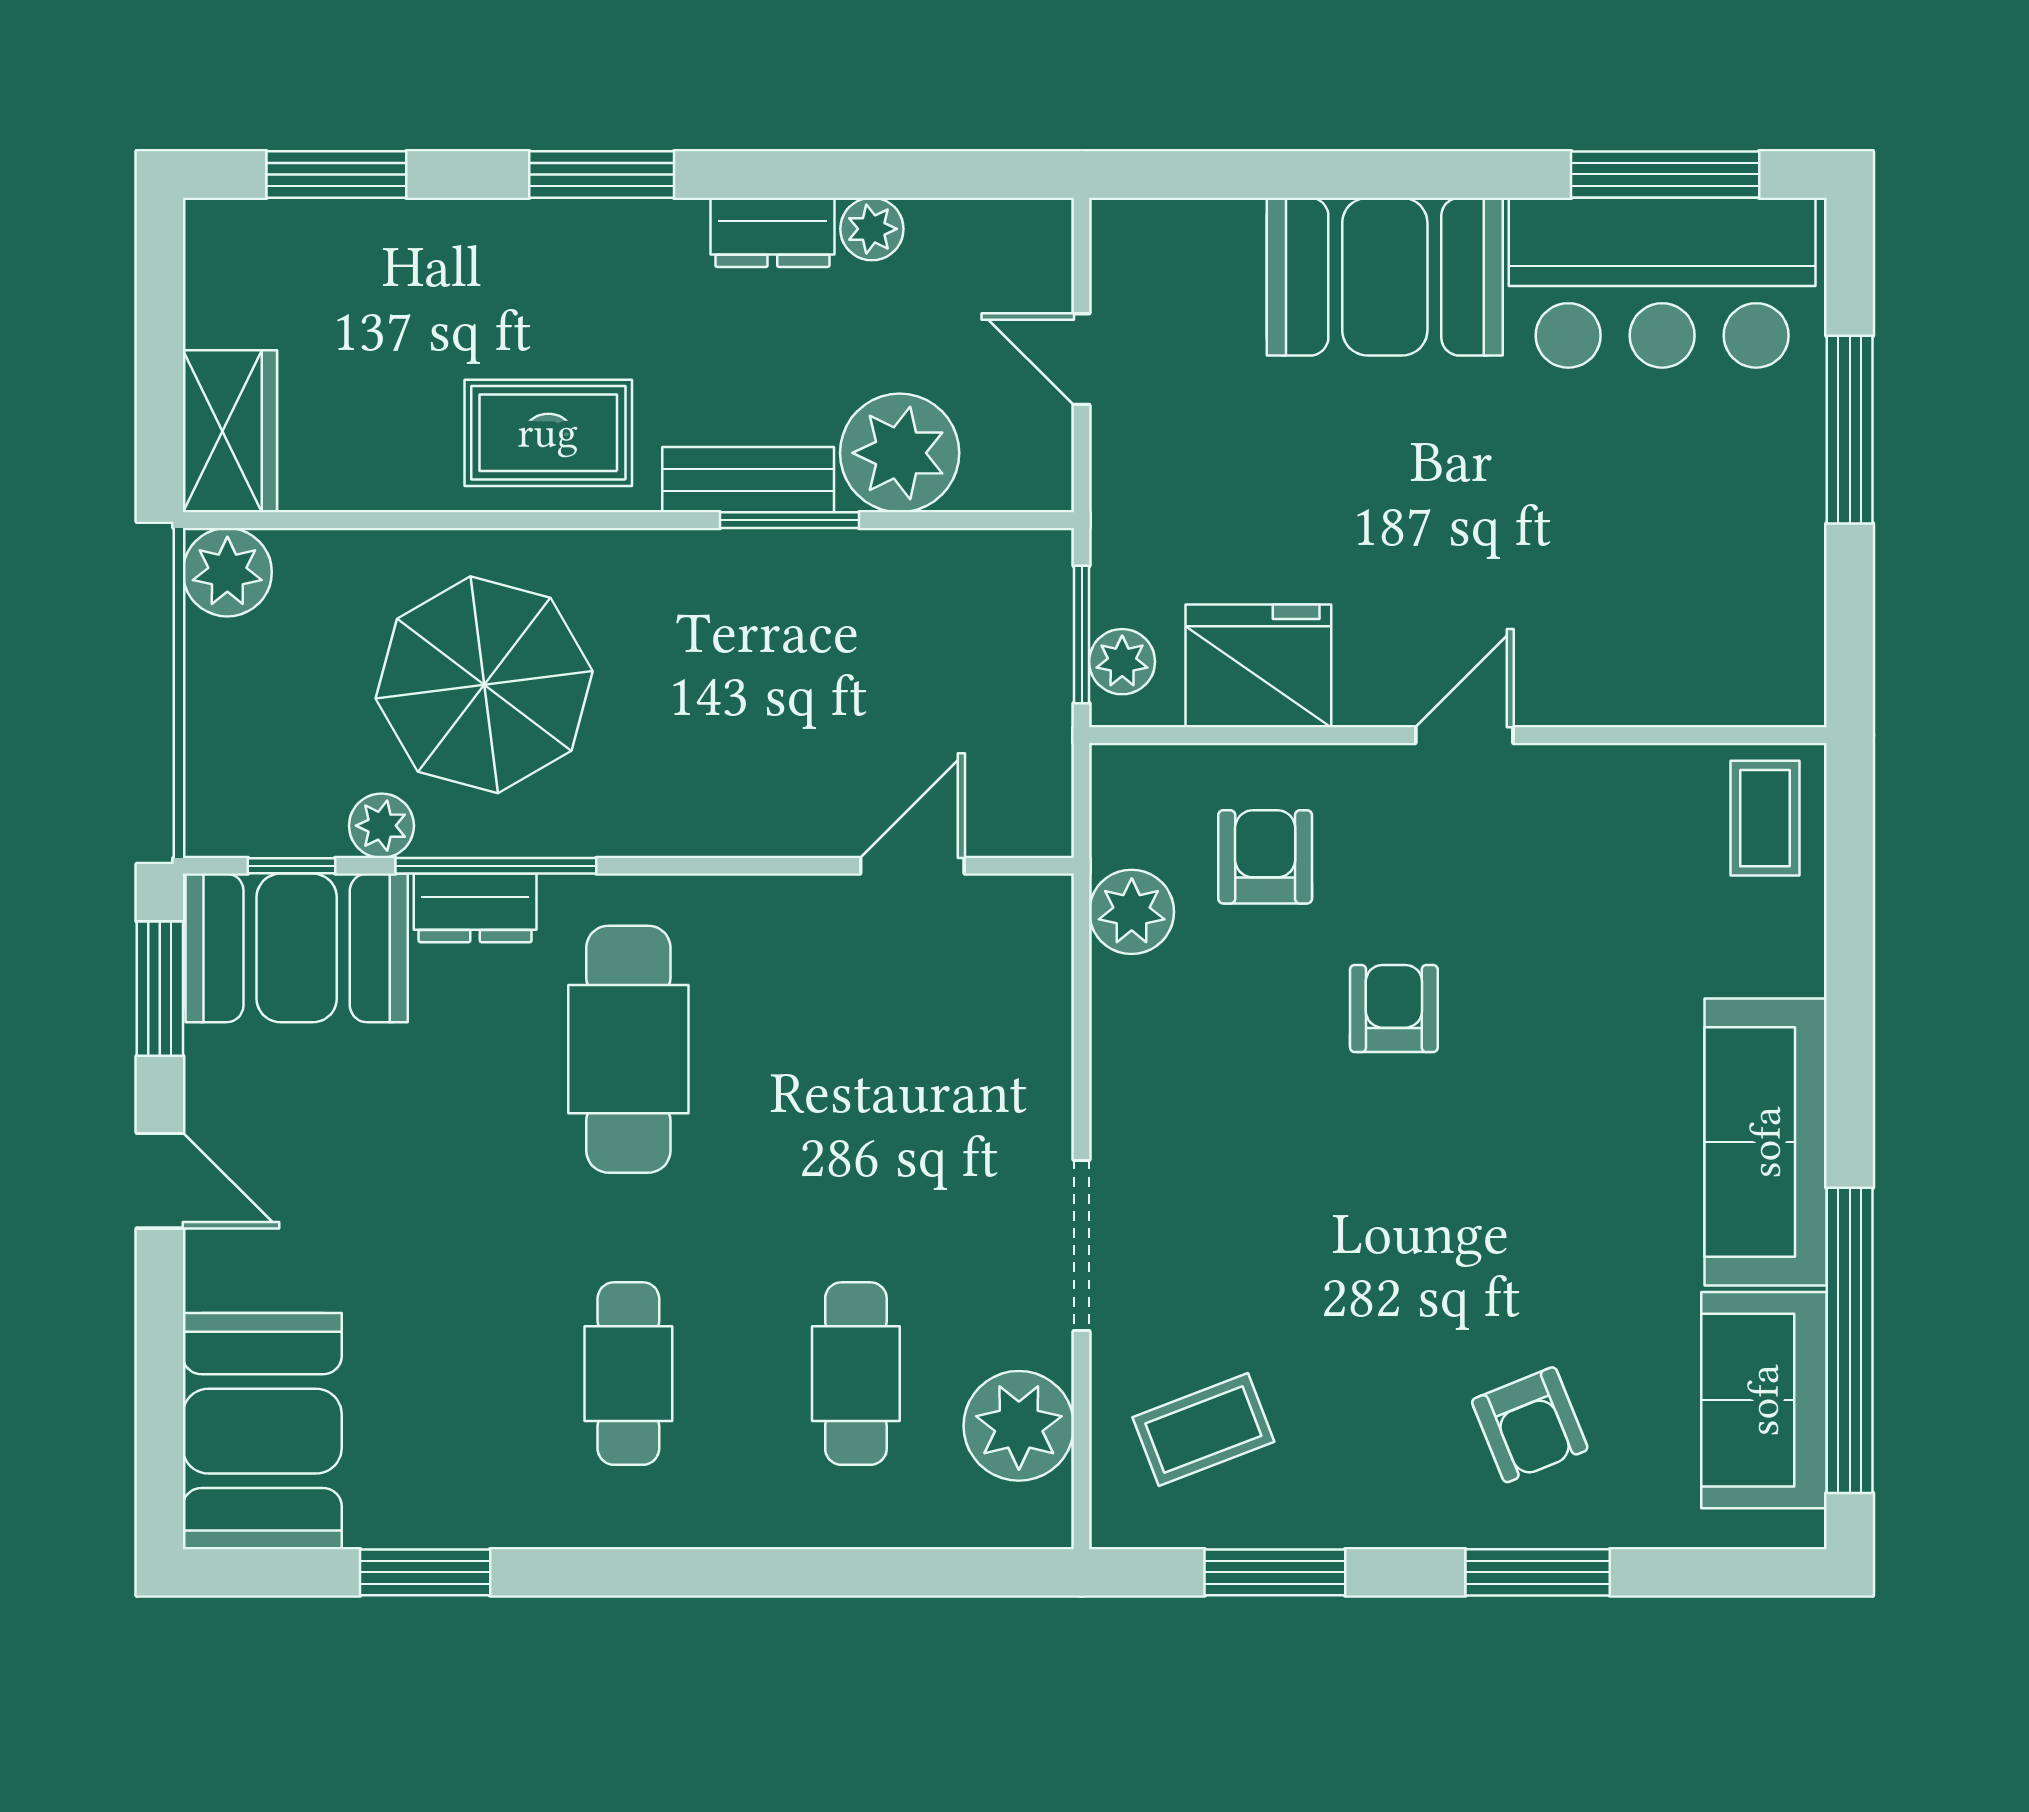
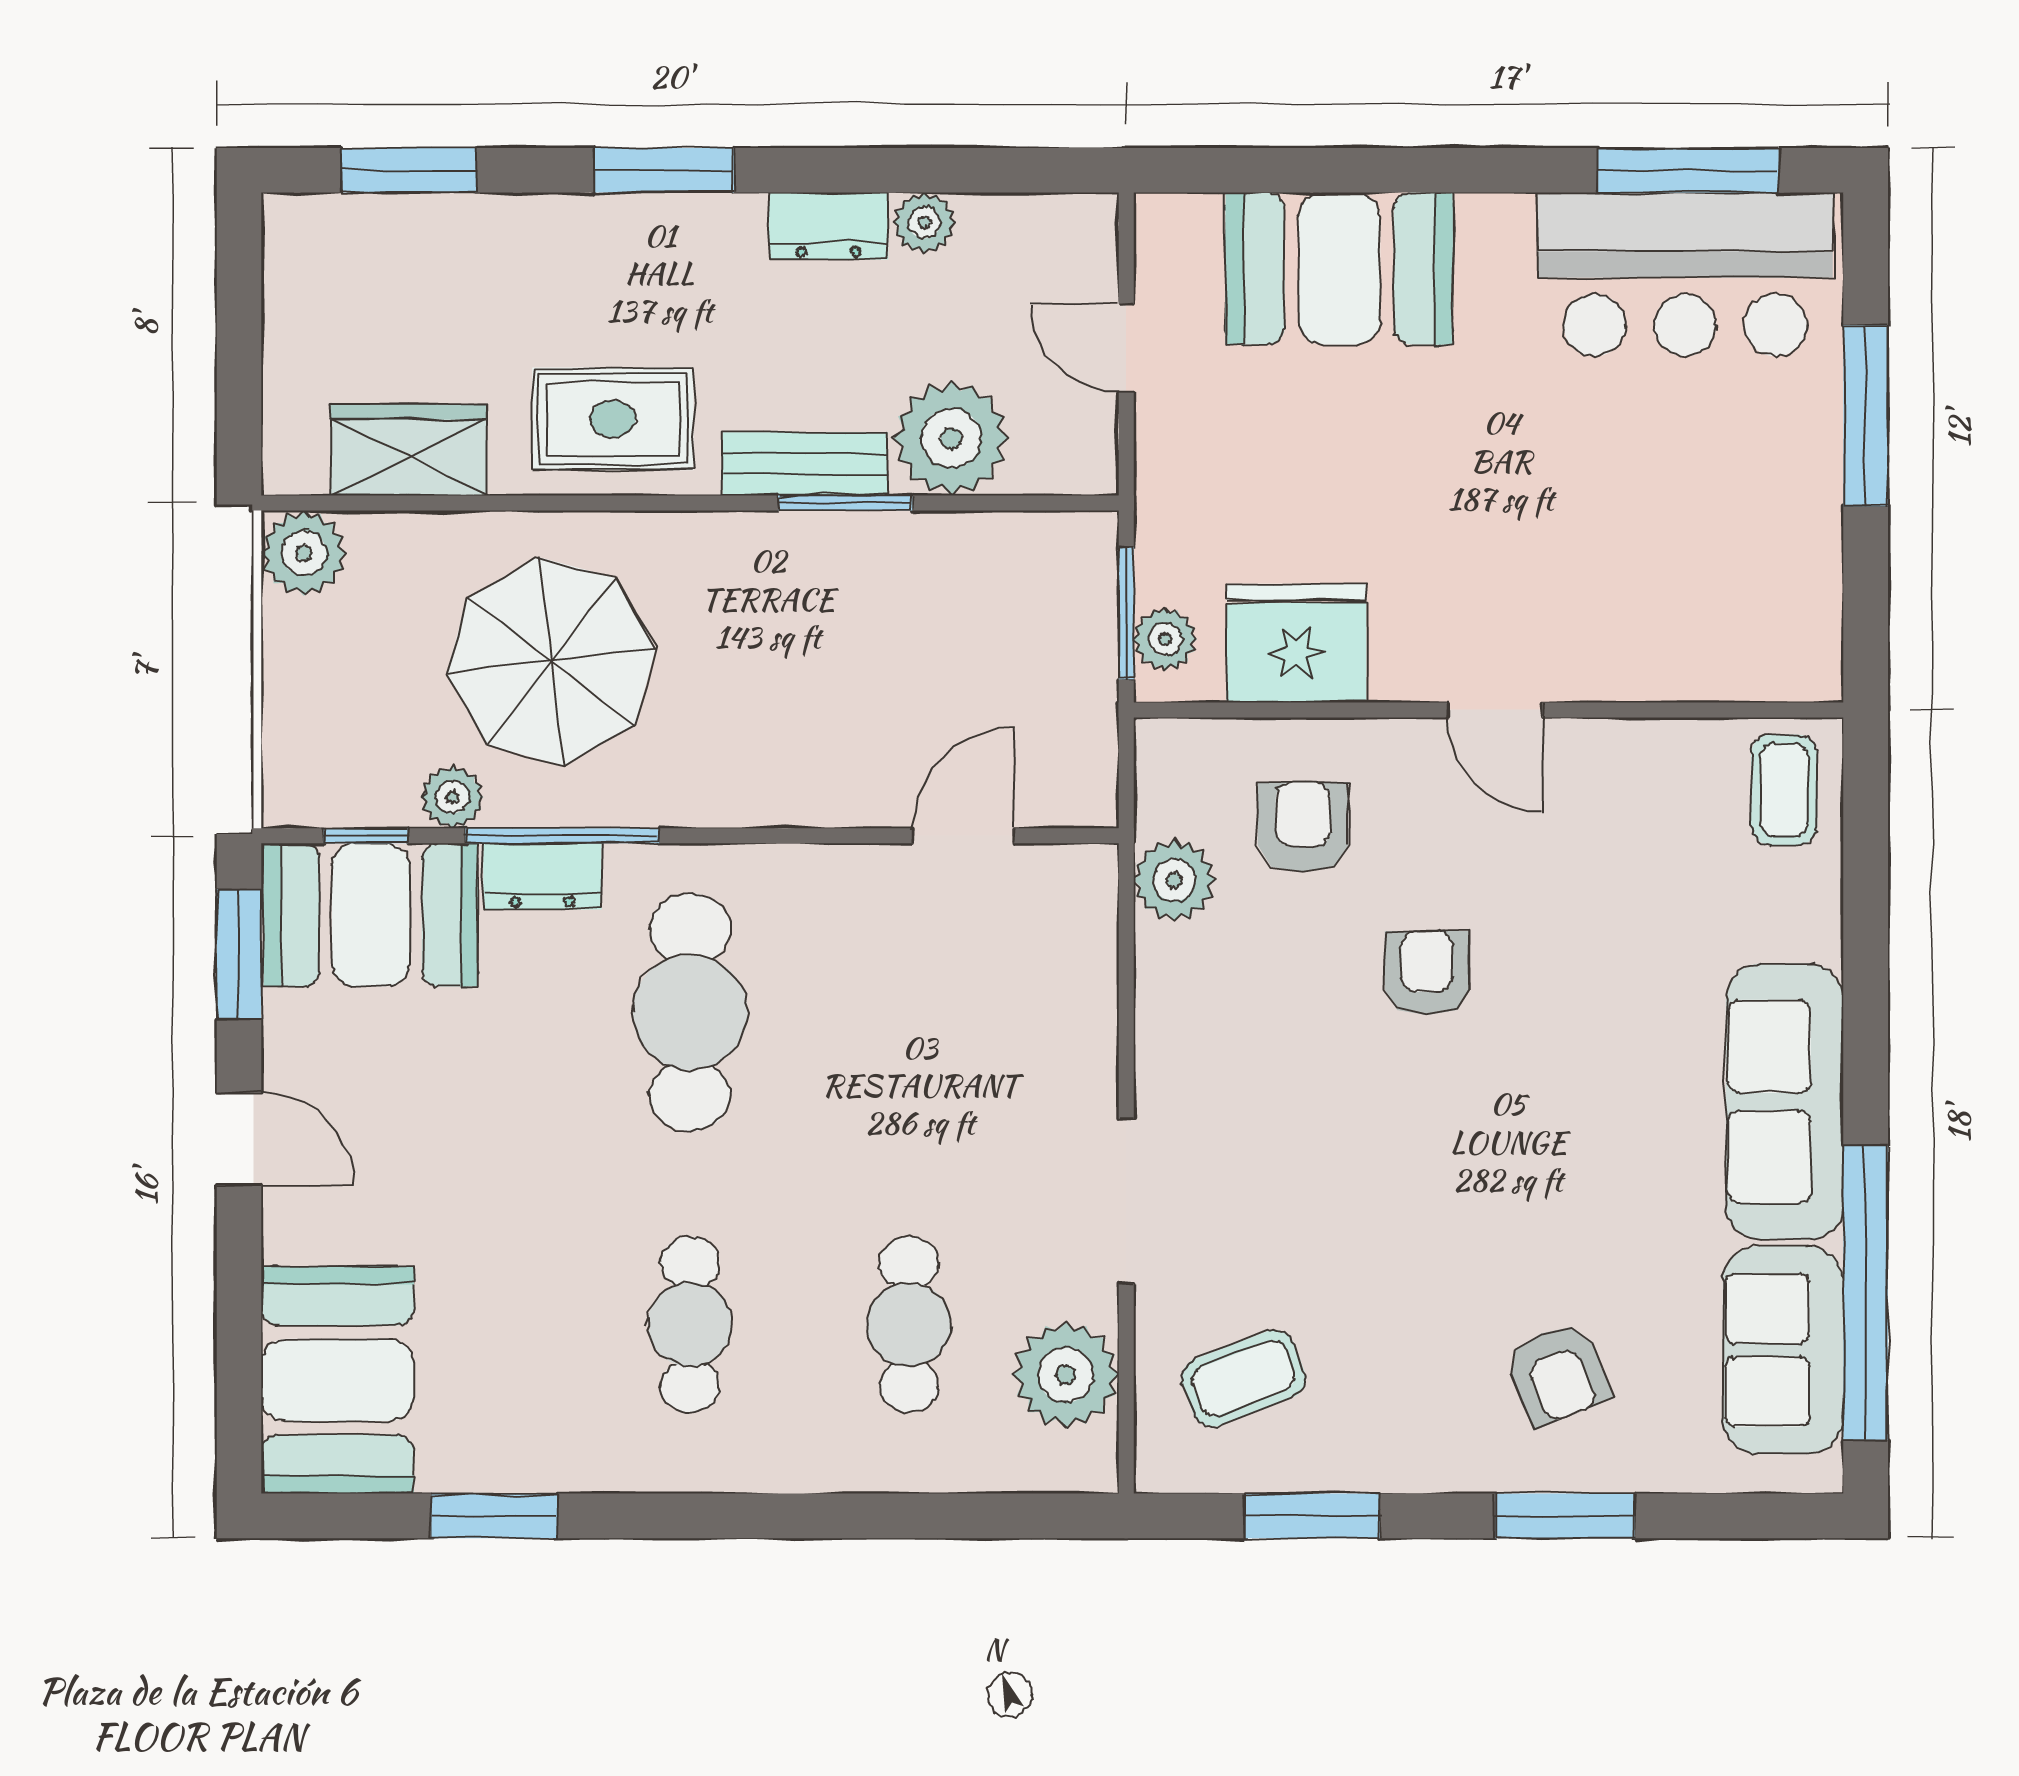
booth: (1385, 277) -> (1339, 269), moved
wardrobe: (230, 431) -> (408, 450), moved, turned -90
door: (1464, 735) -> (1495, 710), swing flipped

